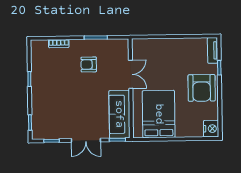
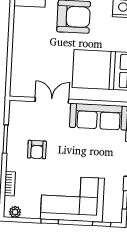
plant: (35, 50) -> (15, 212), added
corner sofa: (50, 97) -> (72, 199), added

